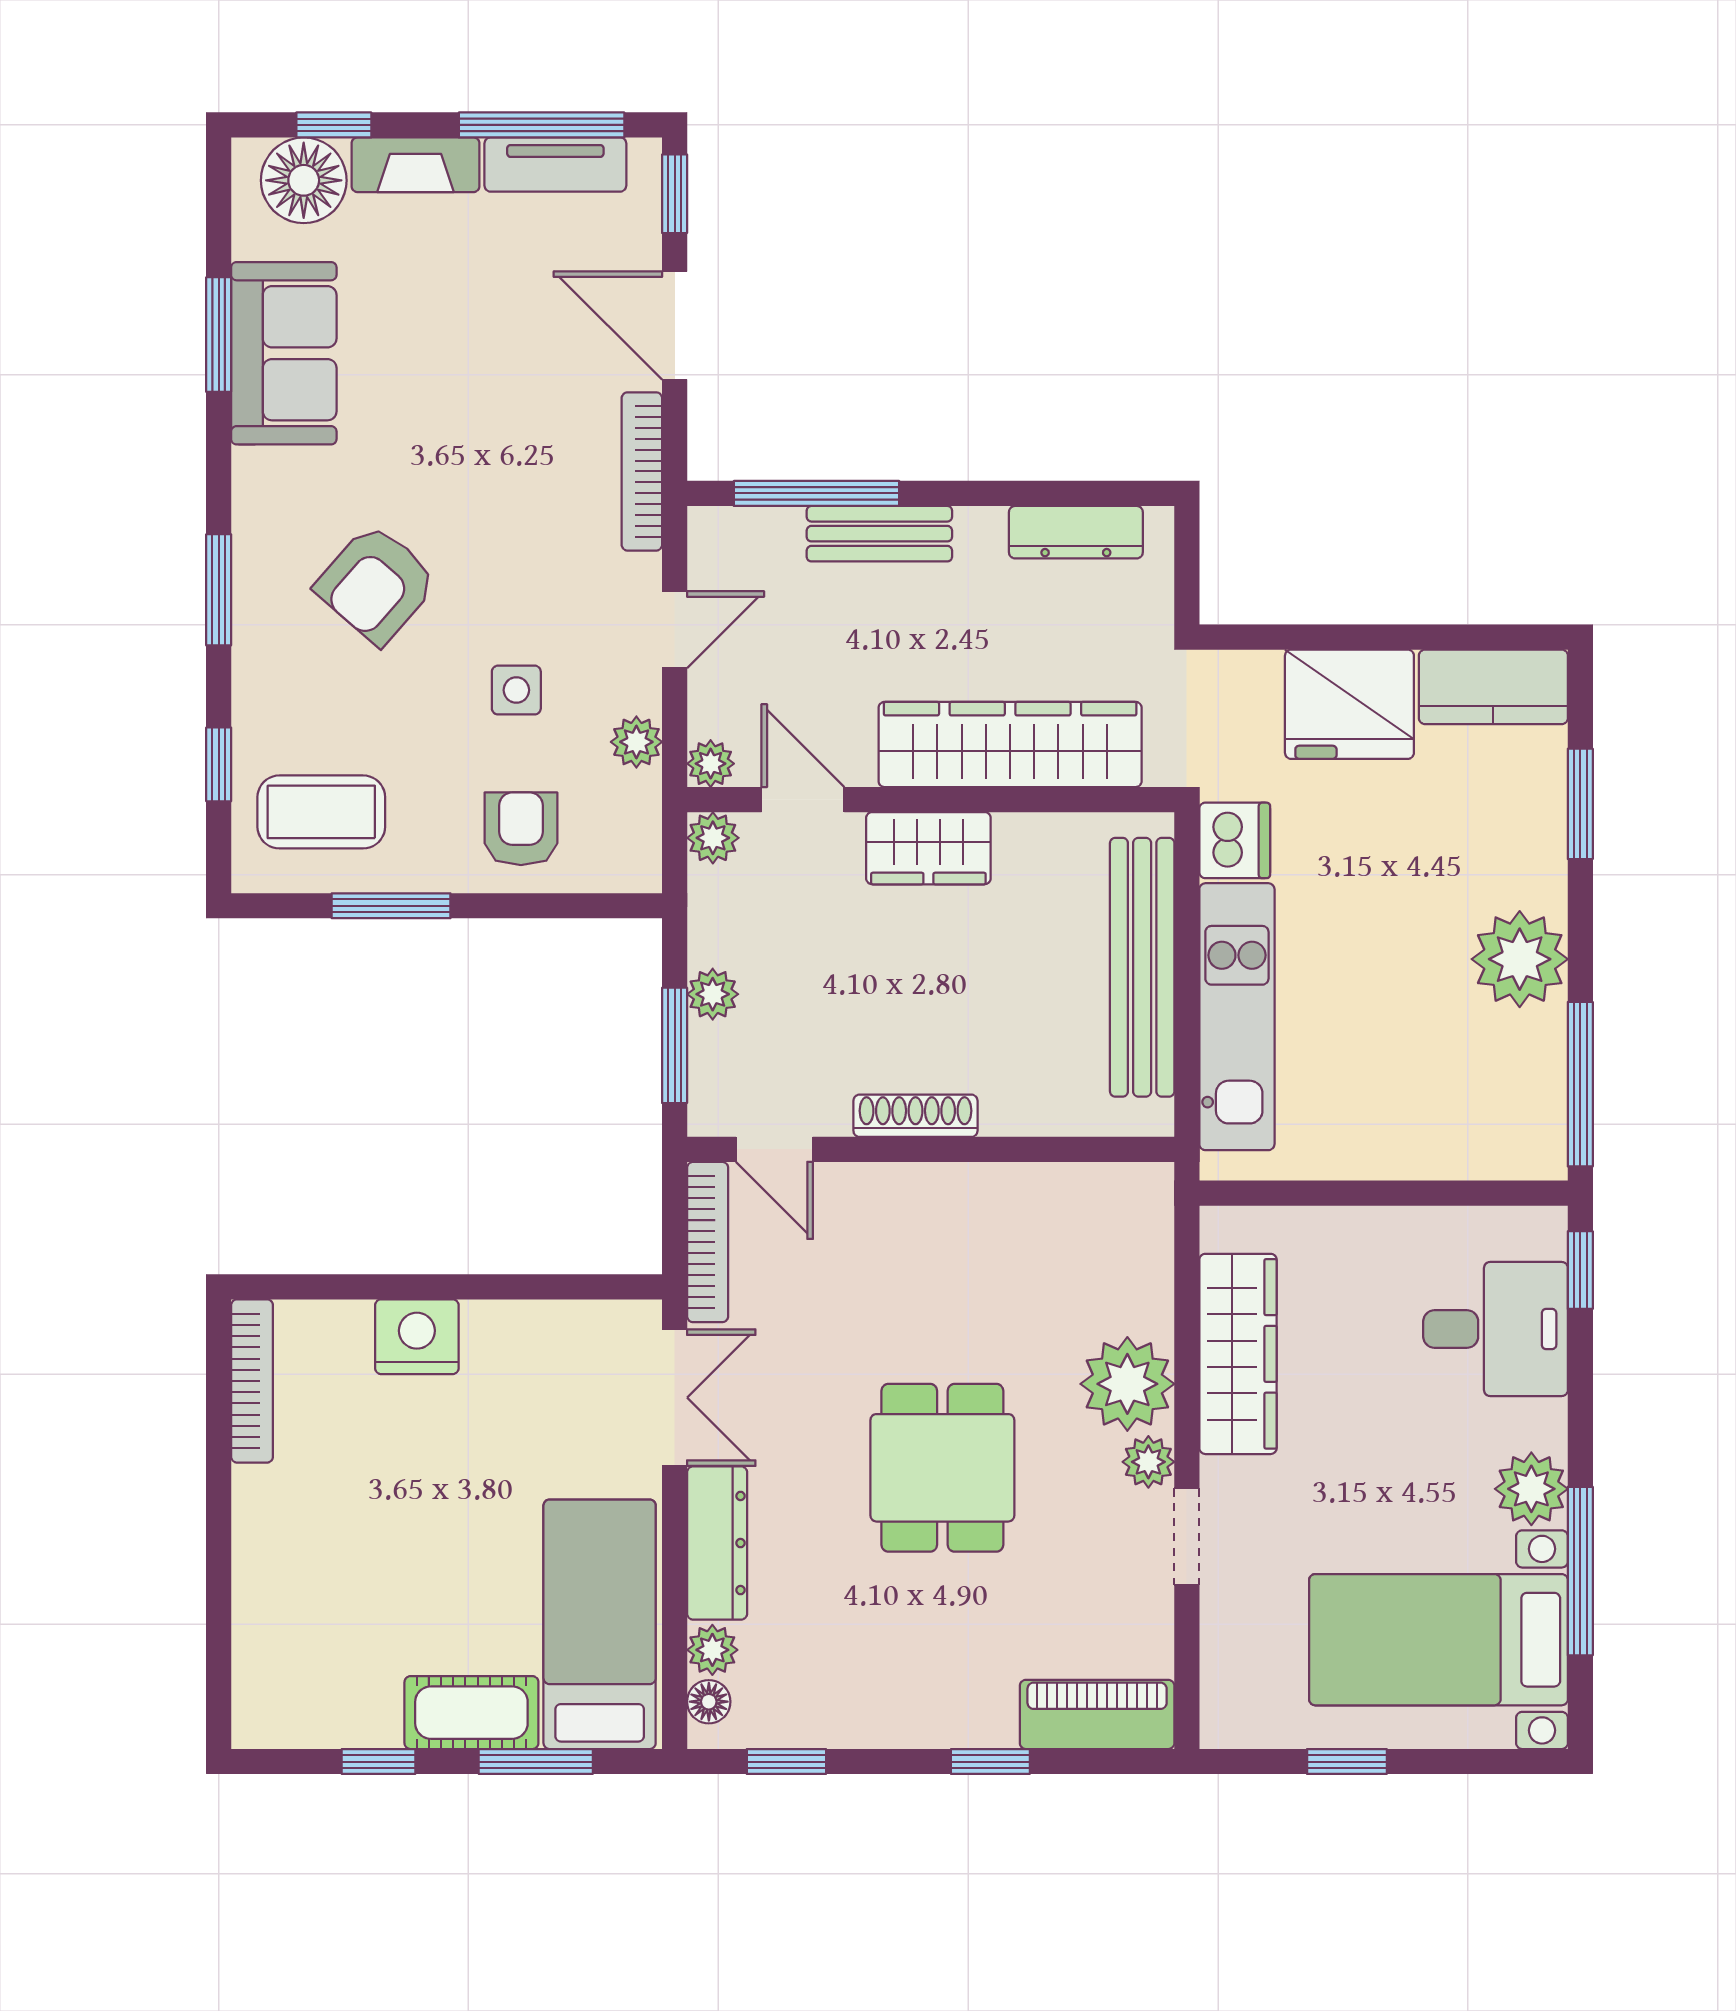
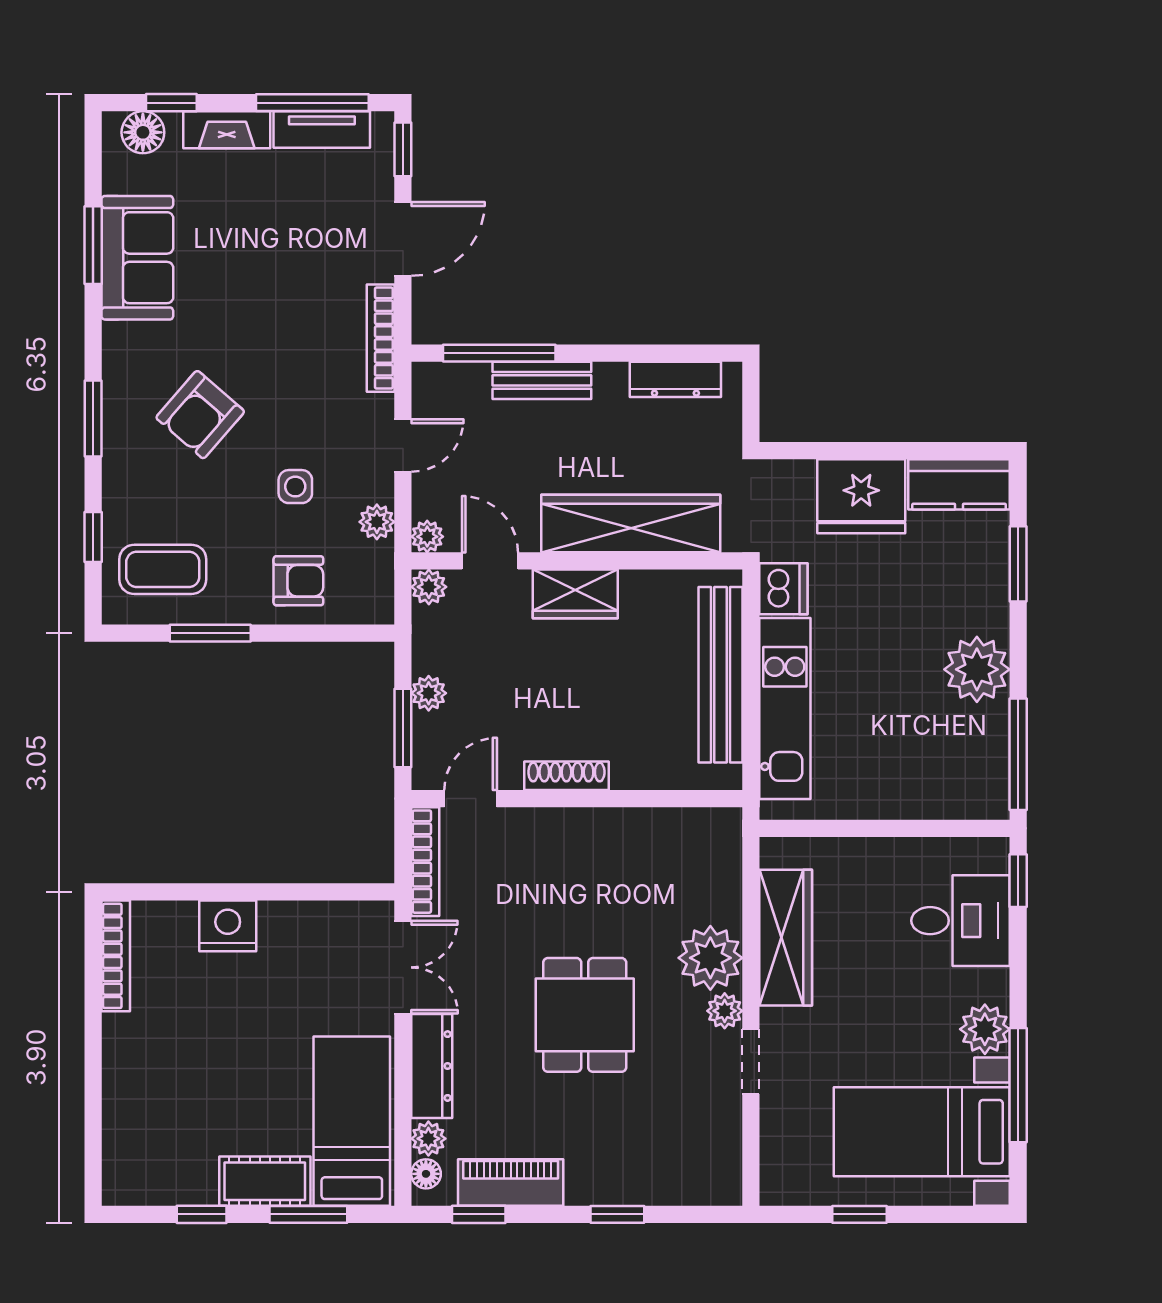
floor lamp: (304, 180) -> (143, 132), width x0.73, depth x0.73
door: (675, 326) -> (403, 239), swing flipped
armchair: (521, 829) -> (298, 581), turned 90
door: (774, 1149) -> (471, 799), swing flipped
piano: (1097, 1714) -> (511, 1182), moved

